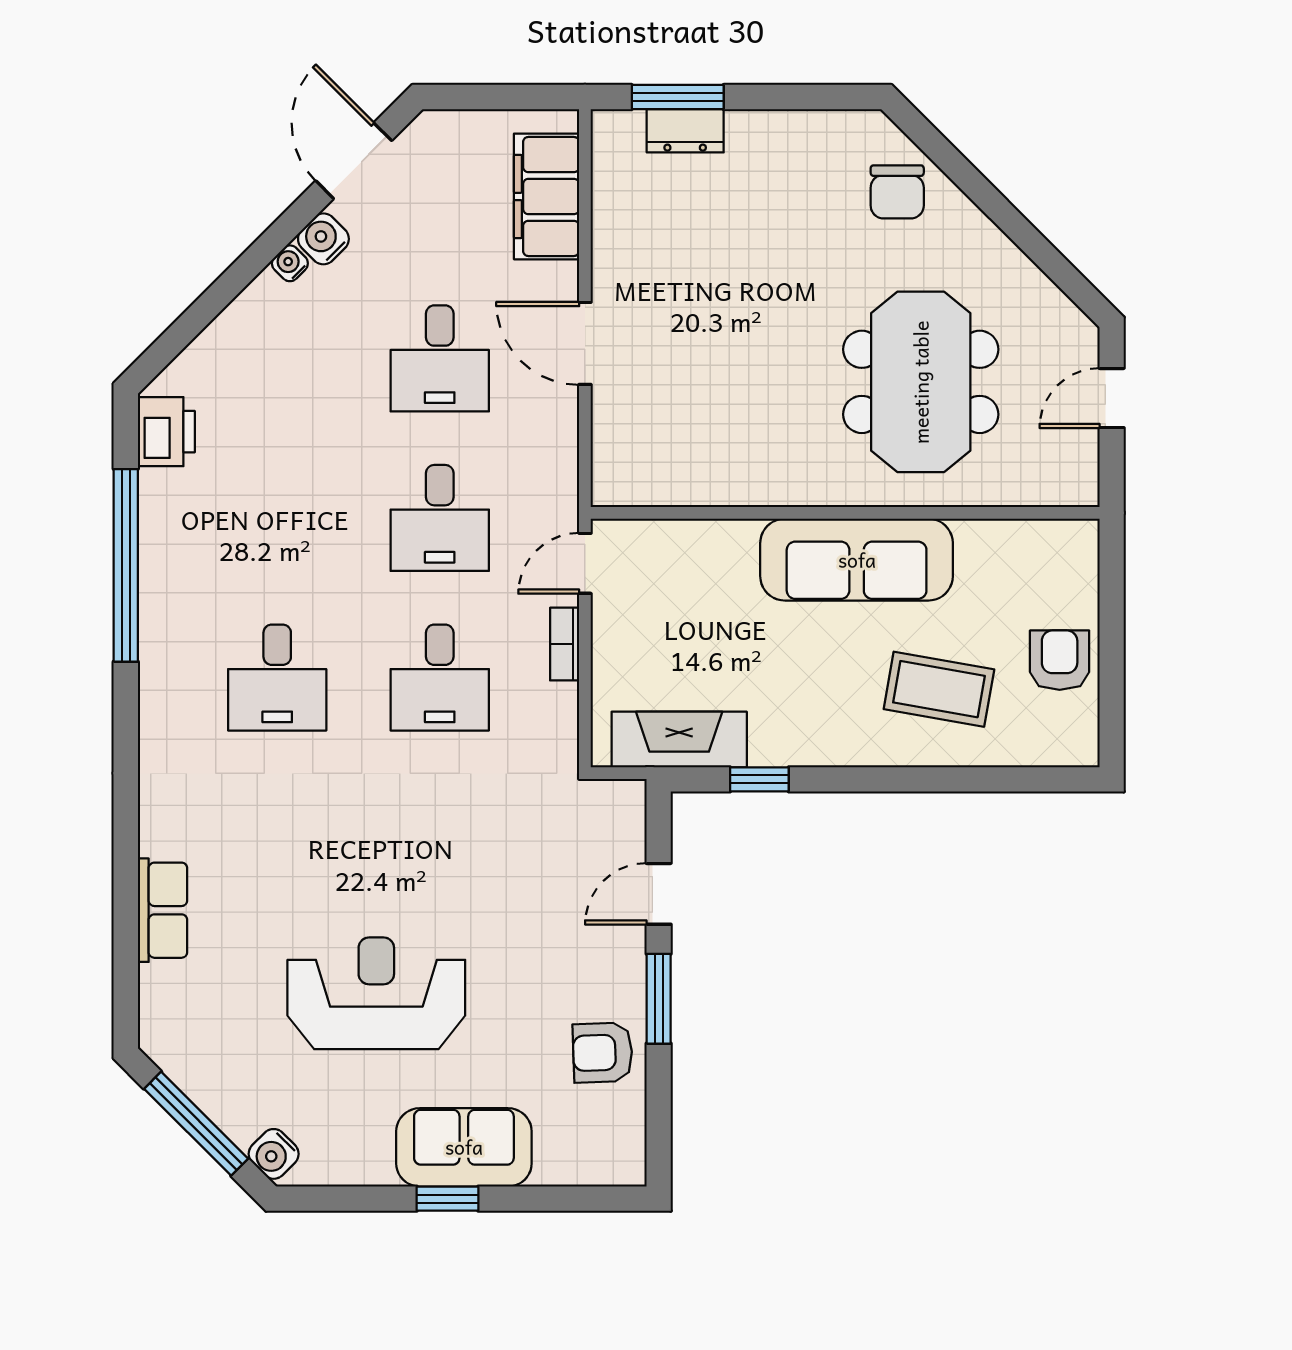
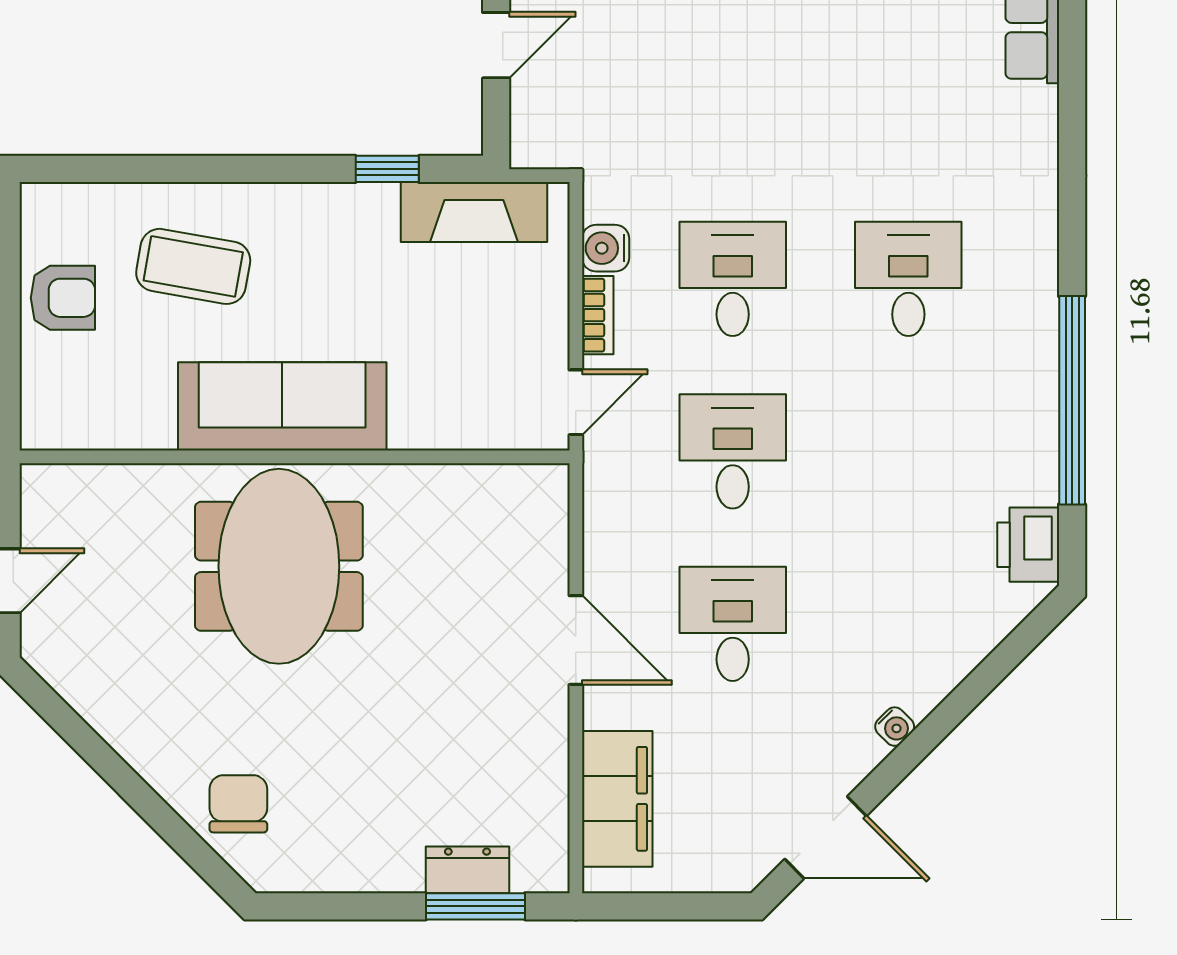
door: (354, 161) -> (826, 837), hinge flipped
water cooler: (323, 239) -> (606, 248), moved, turned 135
meeting table: (921, 382) -> (279, 566), moved
armchair: (1060, 660) -> (63, 298), turned -90

